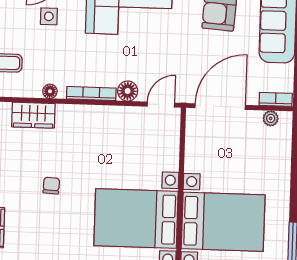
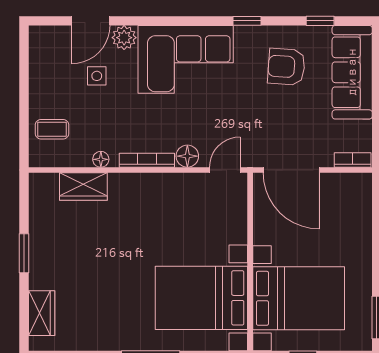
door: (220, 107) -> (291, 170), swing flipped
plant: (271, 118) -> (348, 181), removed
chair: (51, 186) -> (106, 264), removed

